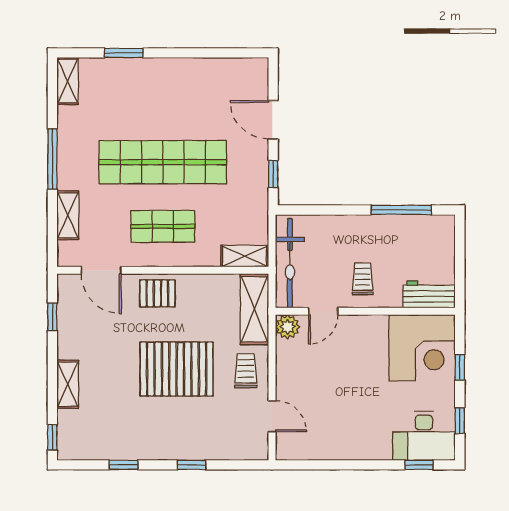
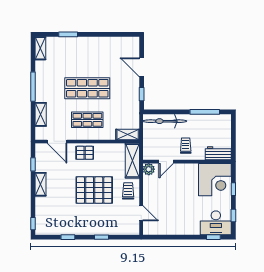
shop shelf: (163, 162) -> (87, 88), width x0.71
bicycle: (290, 263) -> (165, 121), moved, turned 90
shelving: (68, 384) -> (41, 184), moved

